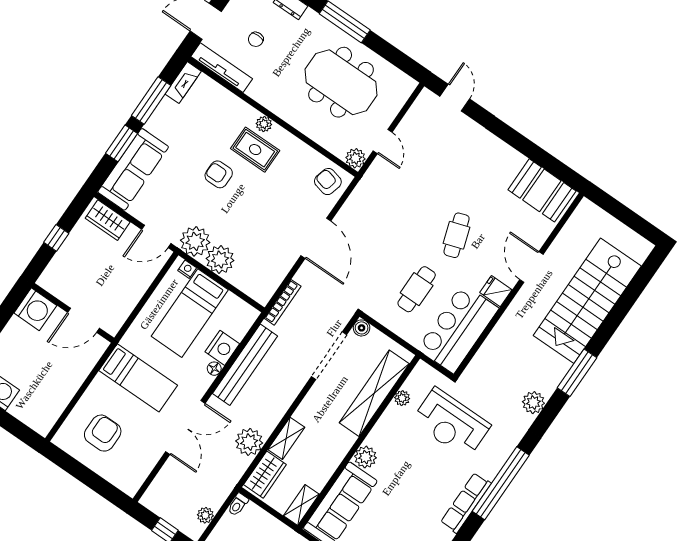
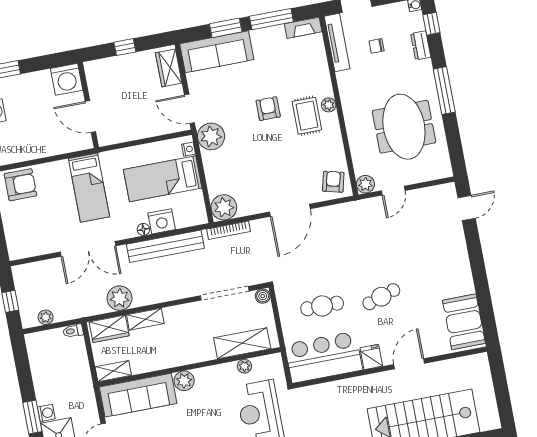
plant: (220, 260) -> (224, 207), moved
shelving: (374, 393) -> (242, 343), width x0.68
armchair: (103, 433) -> (20, 185), moved

